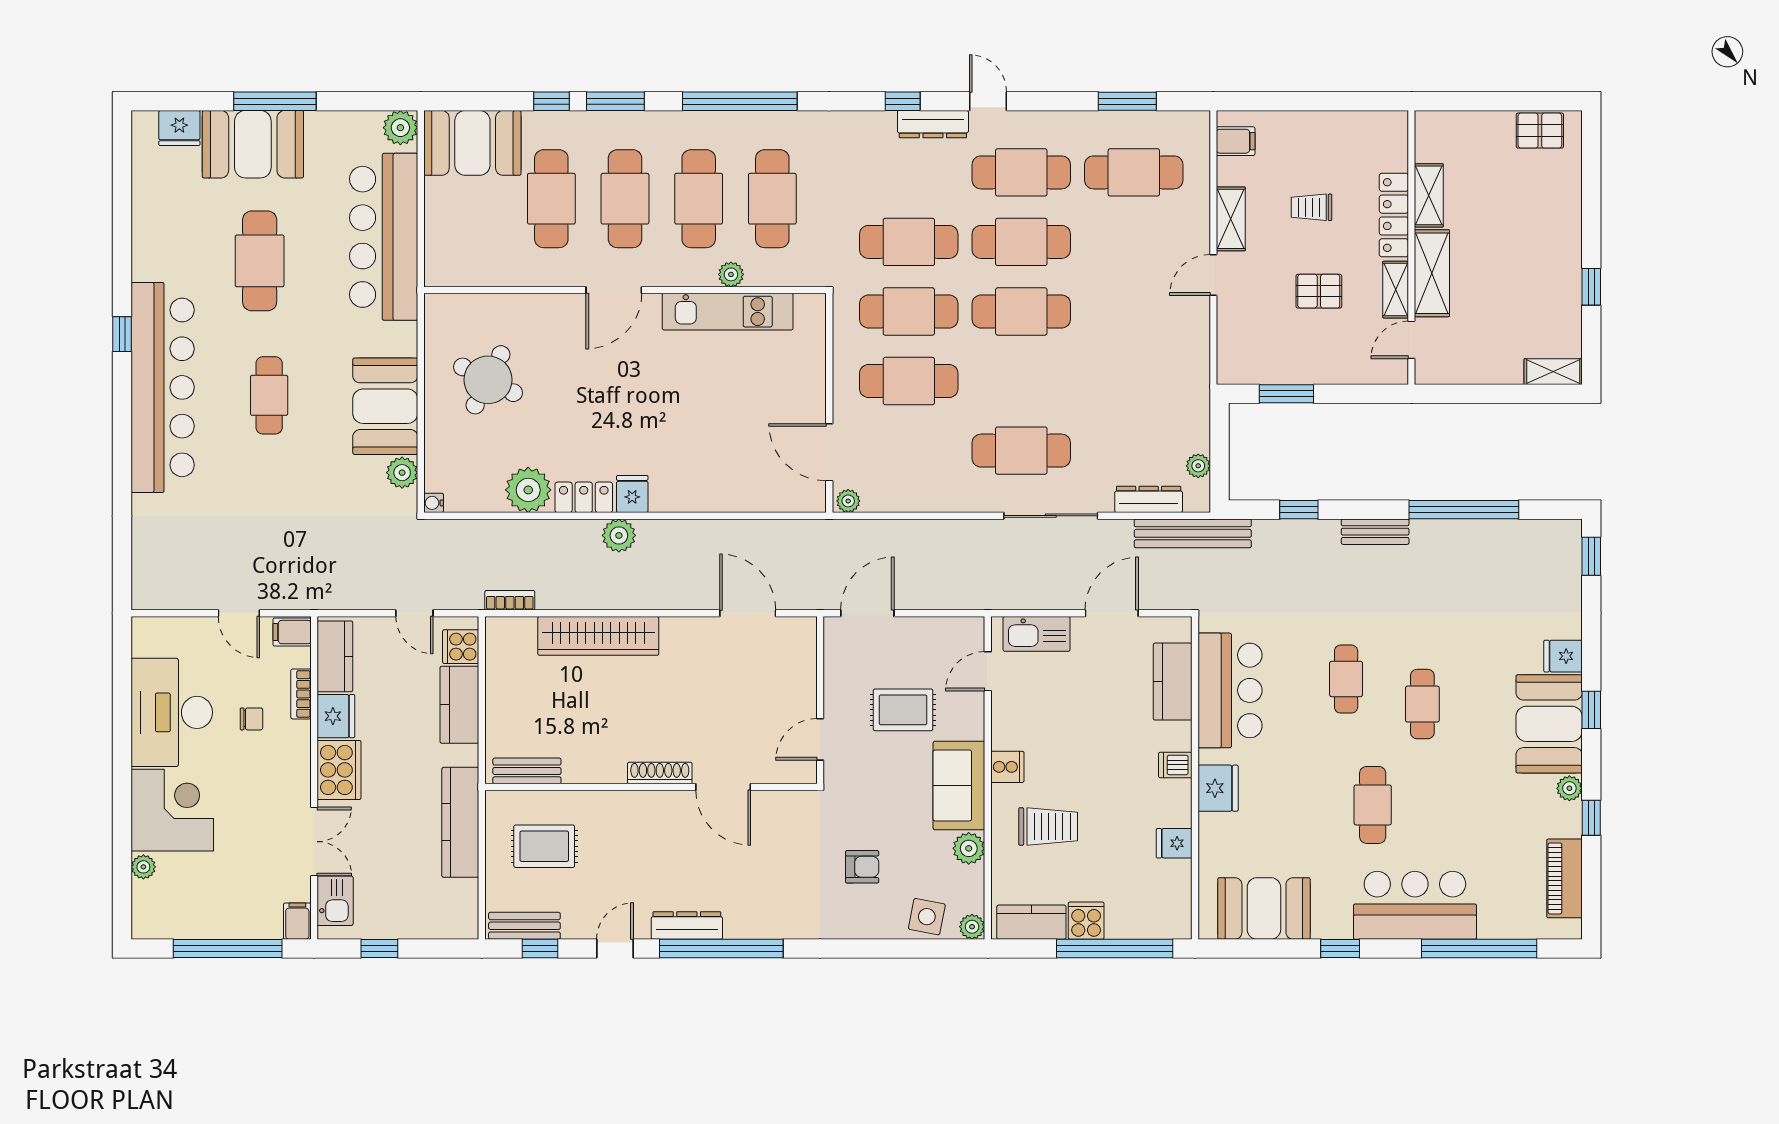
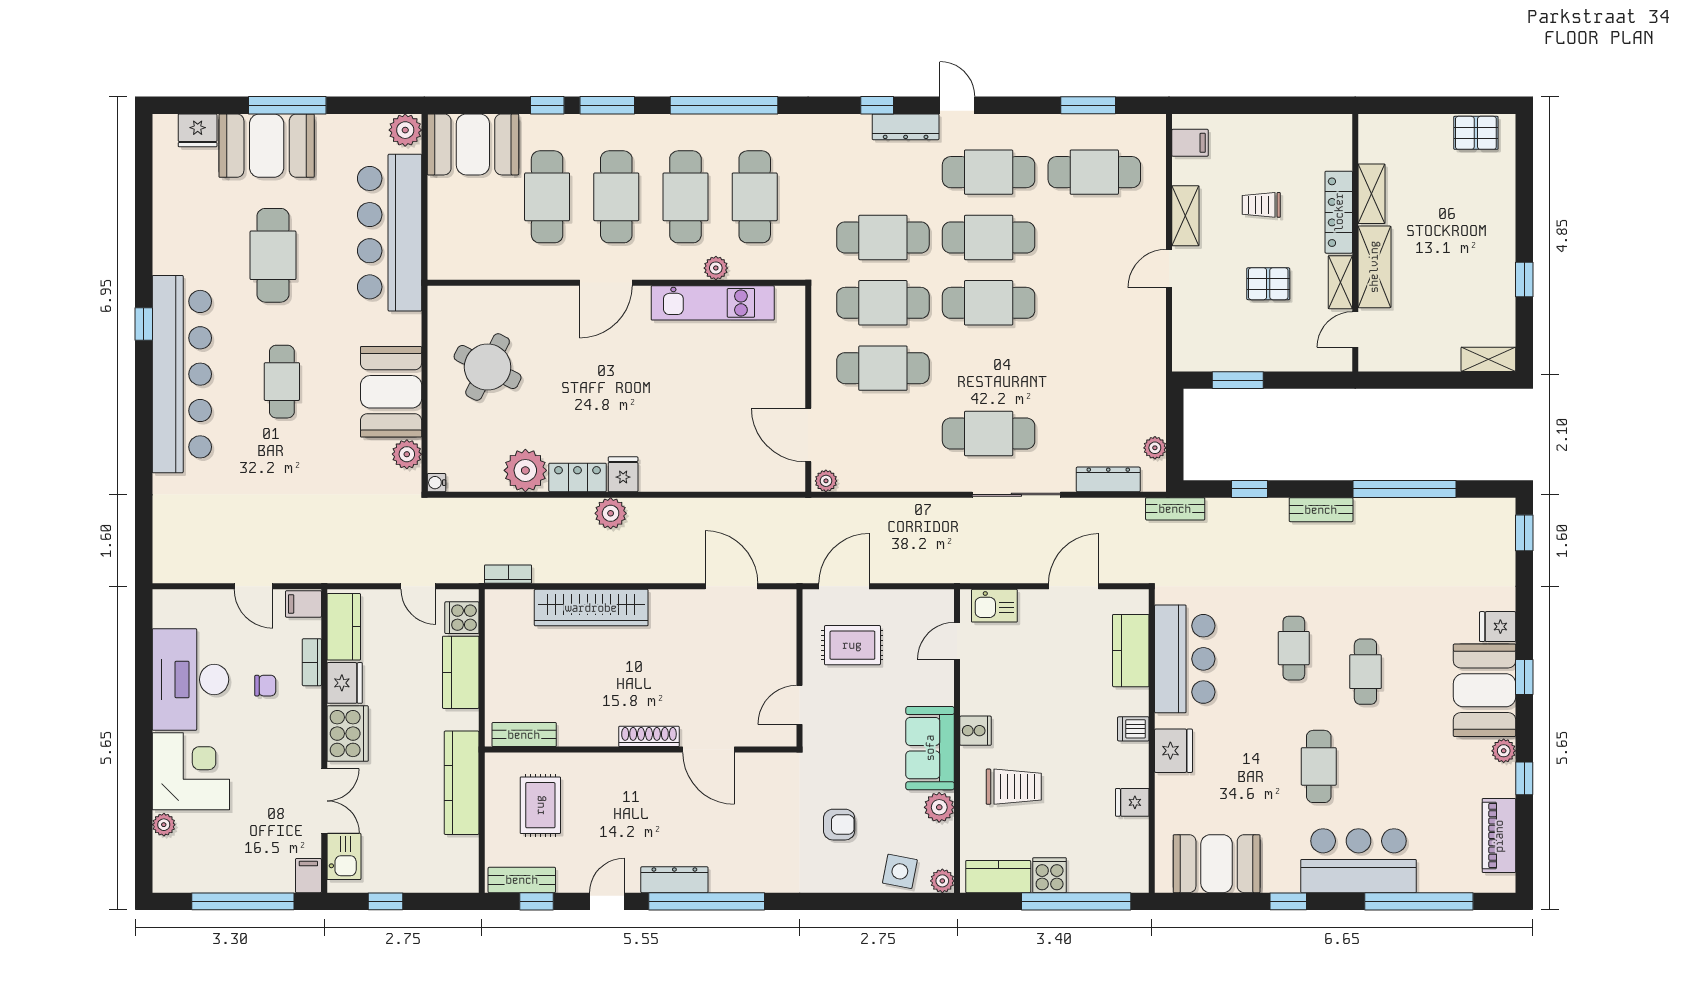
bench: (1193, 533) -> (1175, 509), width x0.54, depth x0.82
kitchen sink: (1037, 634) -> (994, 606), width x0.73
rug: (903, 710) -> (852, 645), moved
rug: (544, 846) -> (540, 805), turned 90

